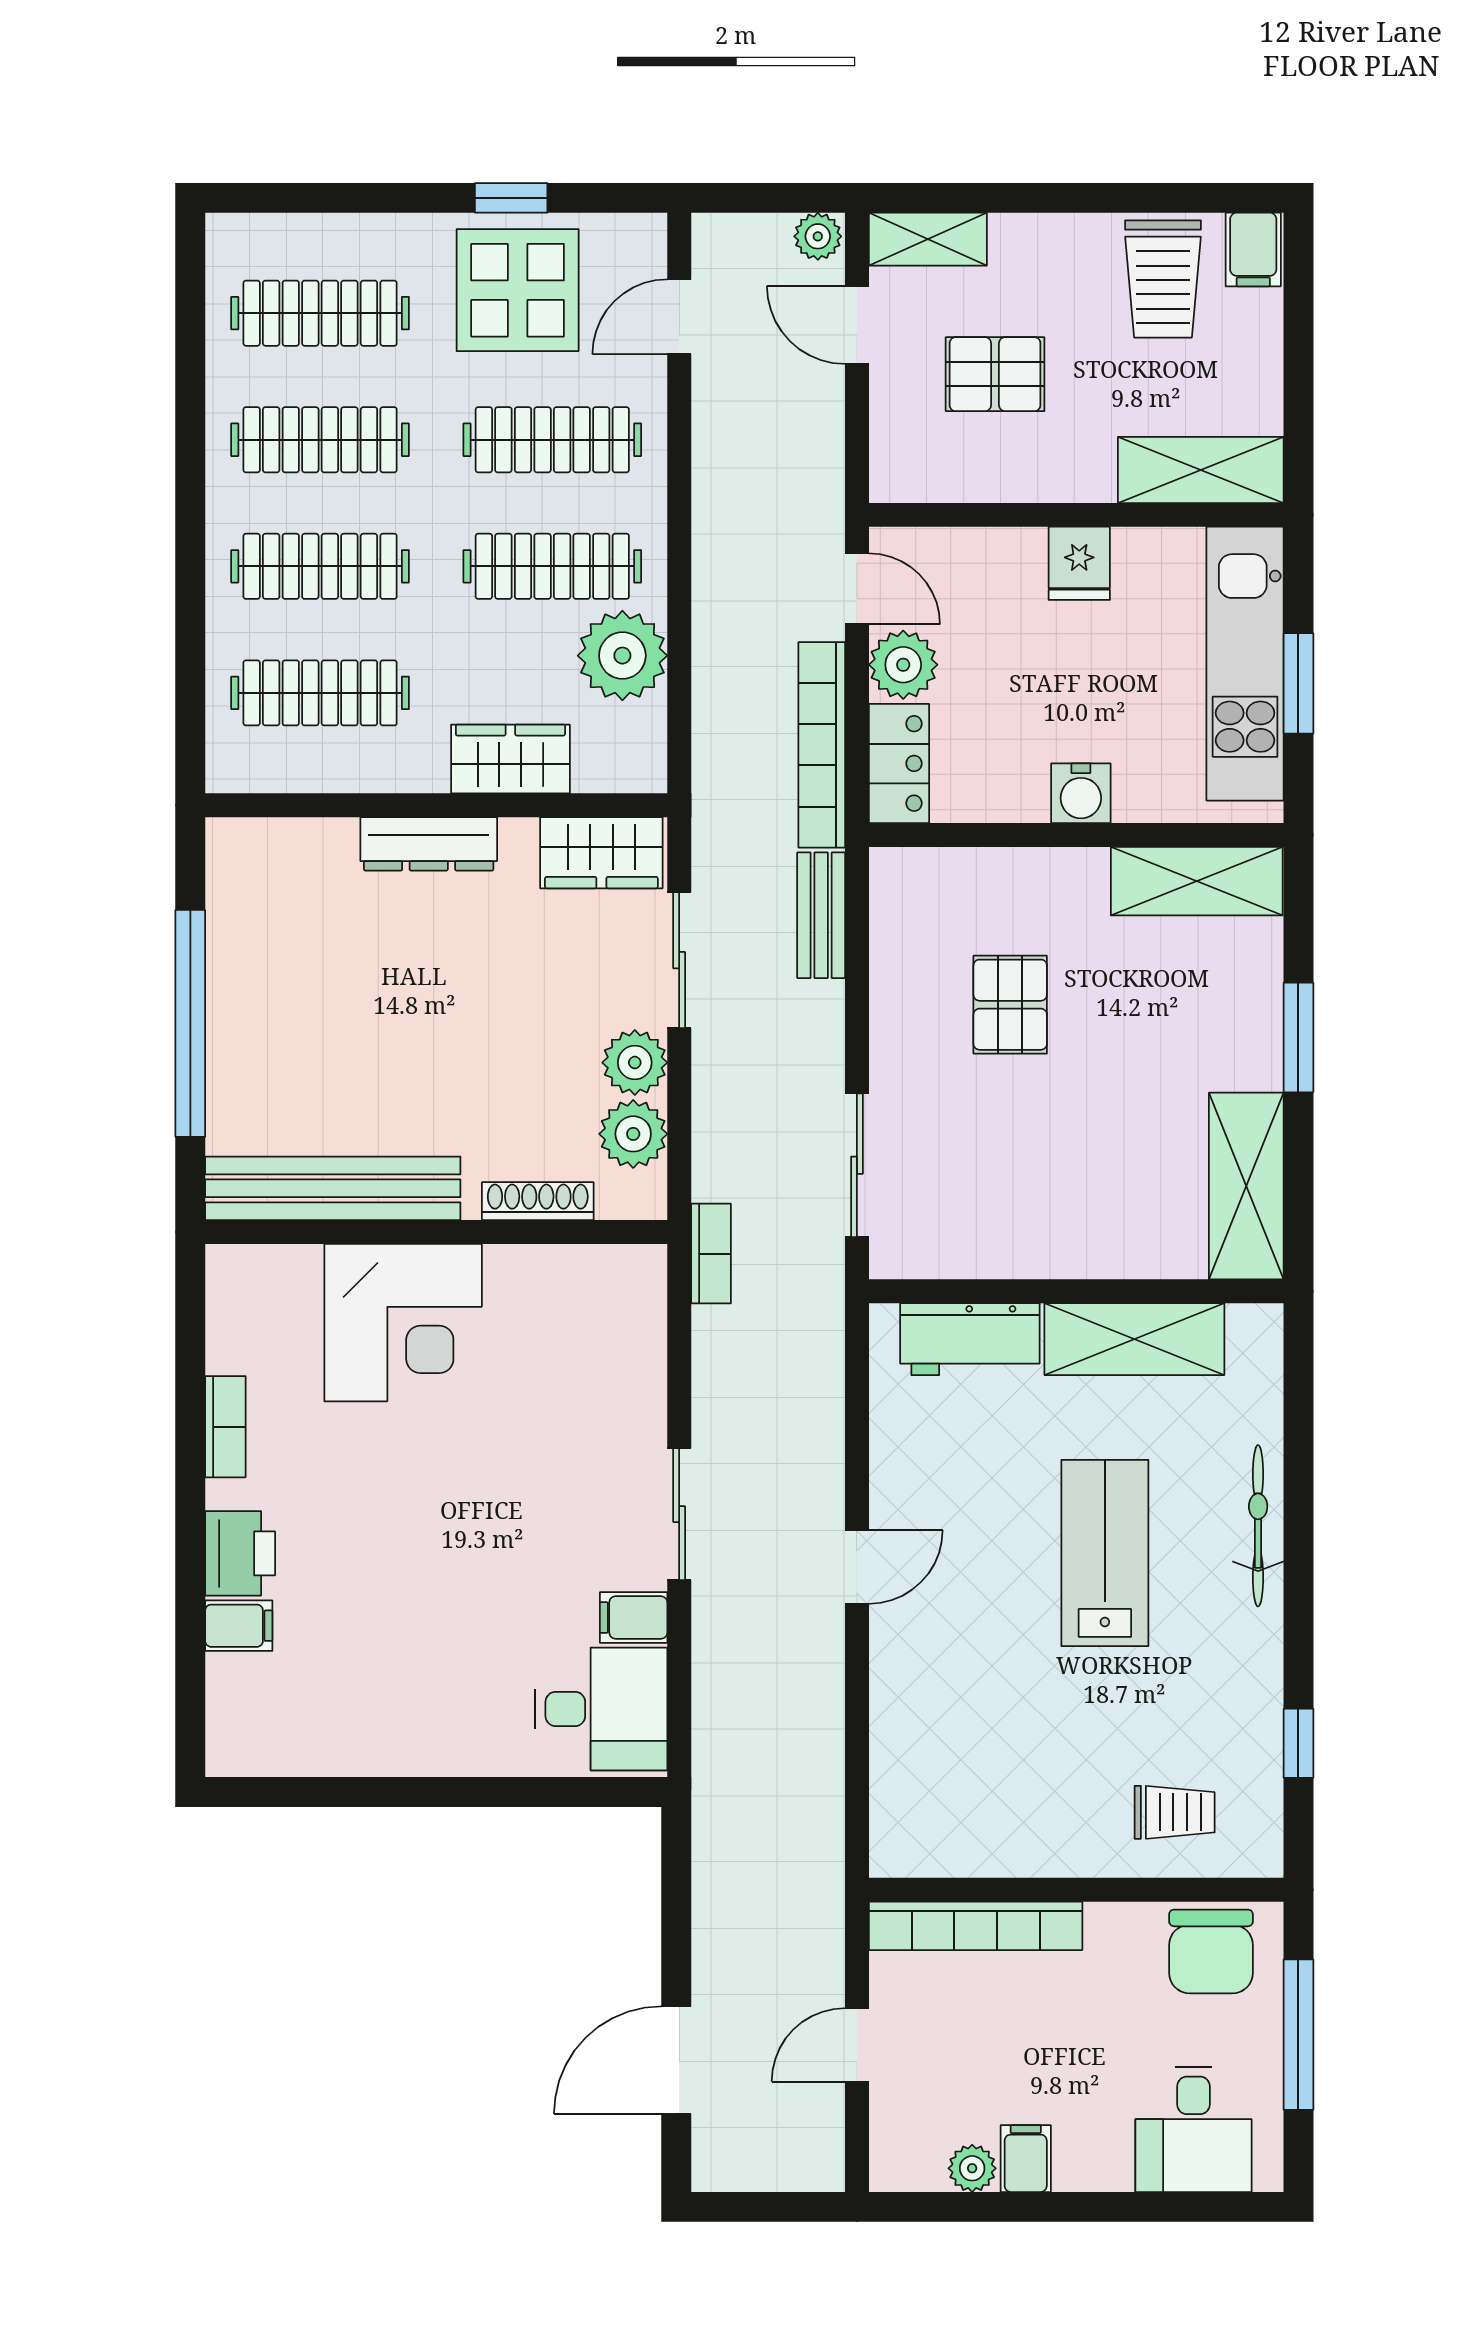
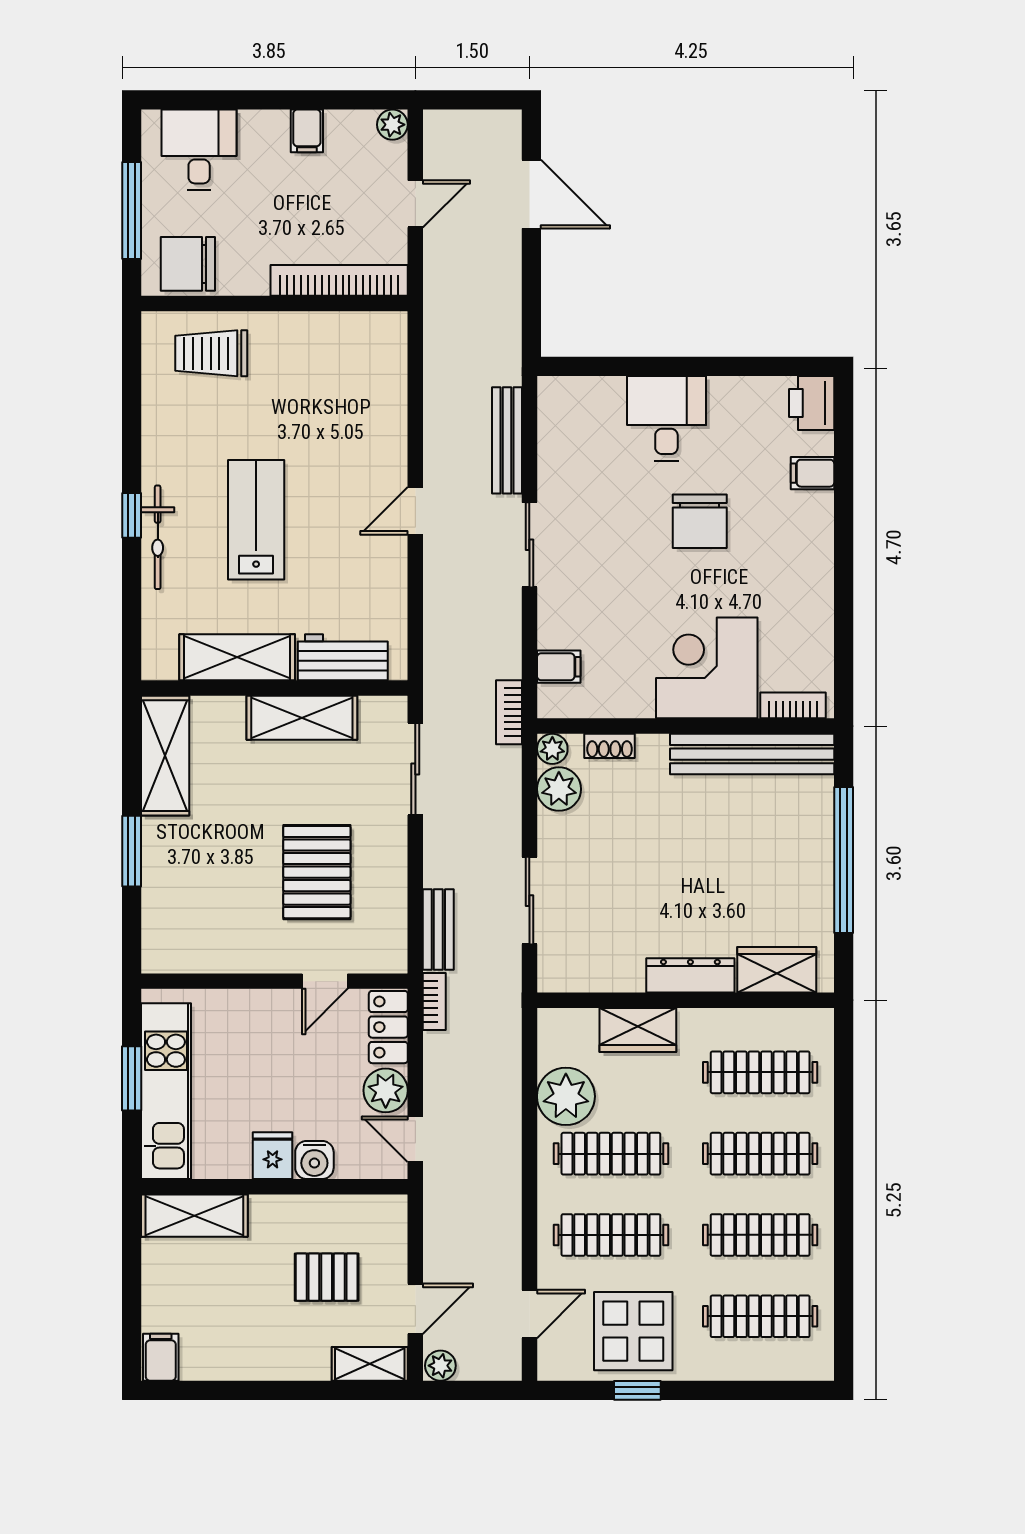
trolley: (1163, 279) -> (219, 1338), removed
door: (857, 325) -> (415, 1309), hinge flipped
bookcase: (822, 745) -> (434, 1001), width x0.43, depth x0.76
water cooler: (1081, 793) -> (314, 1160), moved, turned 180
door: (998, 835) -> (325, 981), added
wardrobe: (601, 853) -> (777, 970), moved
shelving: (1197, 881) -> (302, 718), moved
pallet: (1010, 1005) -> (317, 872), width x1.50, depth x1.42
plant: (635, 1063) -> (552, 749), moved, width x0.73, depth x0.73
shoe rack: (538, 1201) -> (610, 746), width x0.70
bookcase: (225, 1427) -> (793, 705), moved, turned 90
chair: (414, 1551) -> (700, 521), added
printer: (240, 1553) -> (812, 403), moved
lab bench: (1105, 1553) -> (256, 520), turned 180
filing cabinet: (634, 1618) -> (559, 667), moved
bench: (714, 1677) -> (507, 440), added
desk: (601, 1709) -> (666, 418), moved, turned 90
window: (1298, 1743) -> (132, 515), moved
trolley: (1175, 1812) -> (211, 353), width x1.36, depth x1.39
chair: (1211, 1951) -> (188, 264), turned -90
door: (676, 2060) -> (531, 194), hinge flipped
plant: (972, 2168) -> (392, 125), moved

